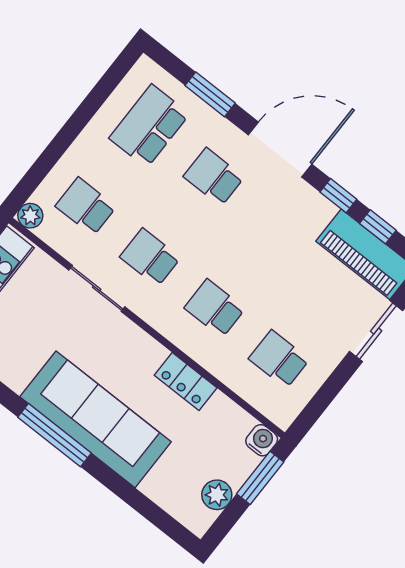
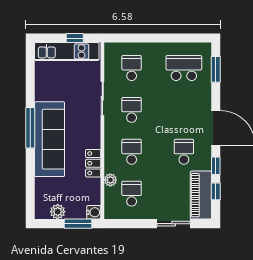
window: (210, 94) -> (216, 69), moved
school desk: (214, 177) -> (184, 152), moved
plant: (30, 216) -> (110, 180), moved

